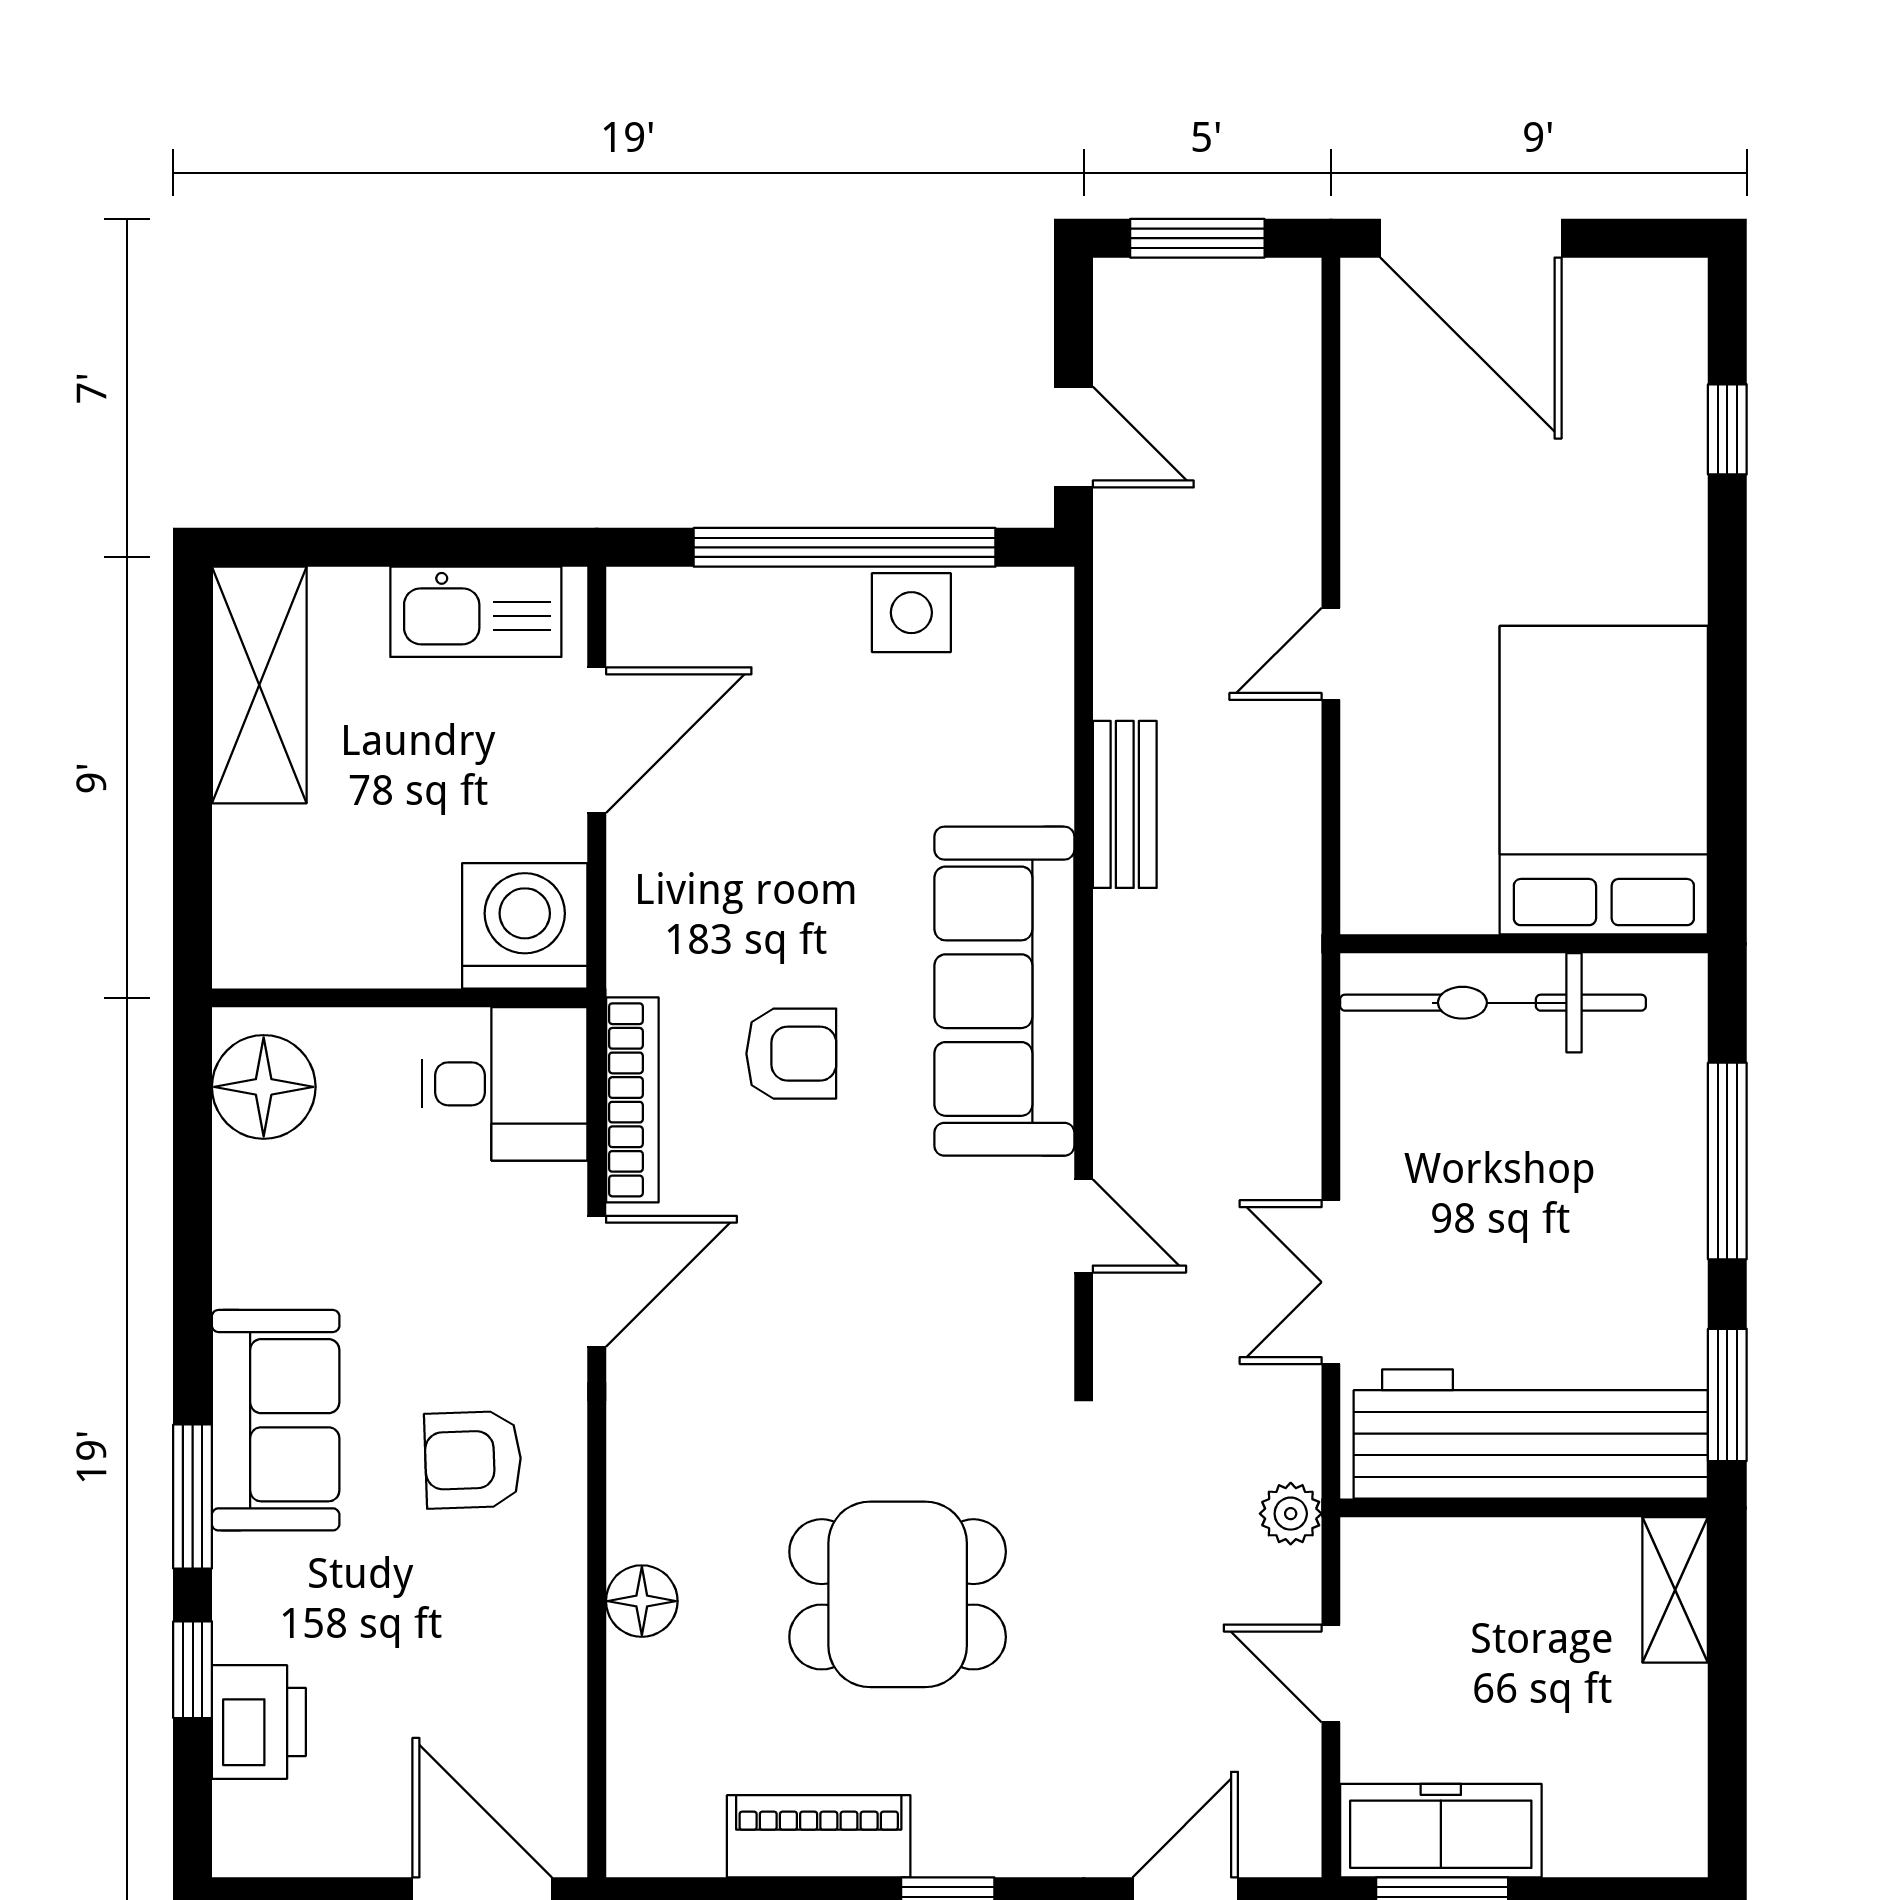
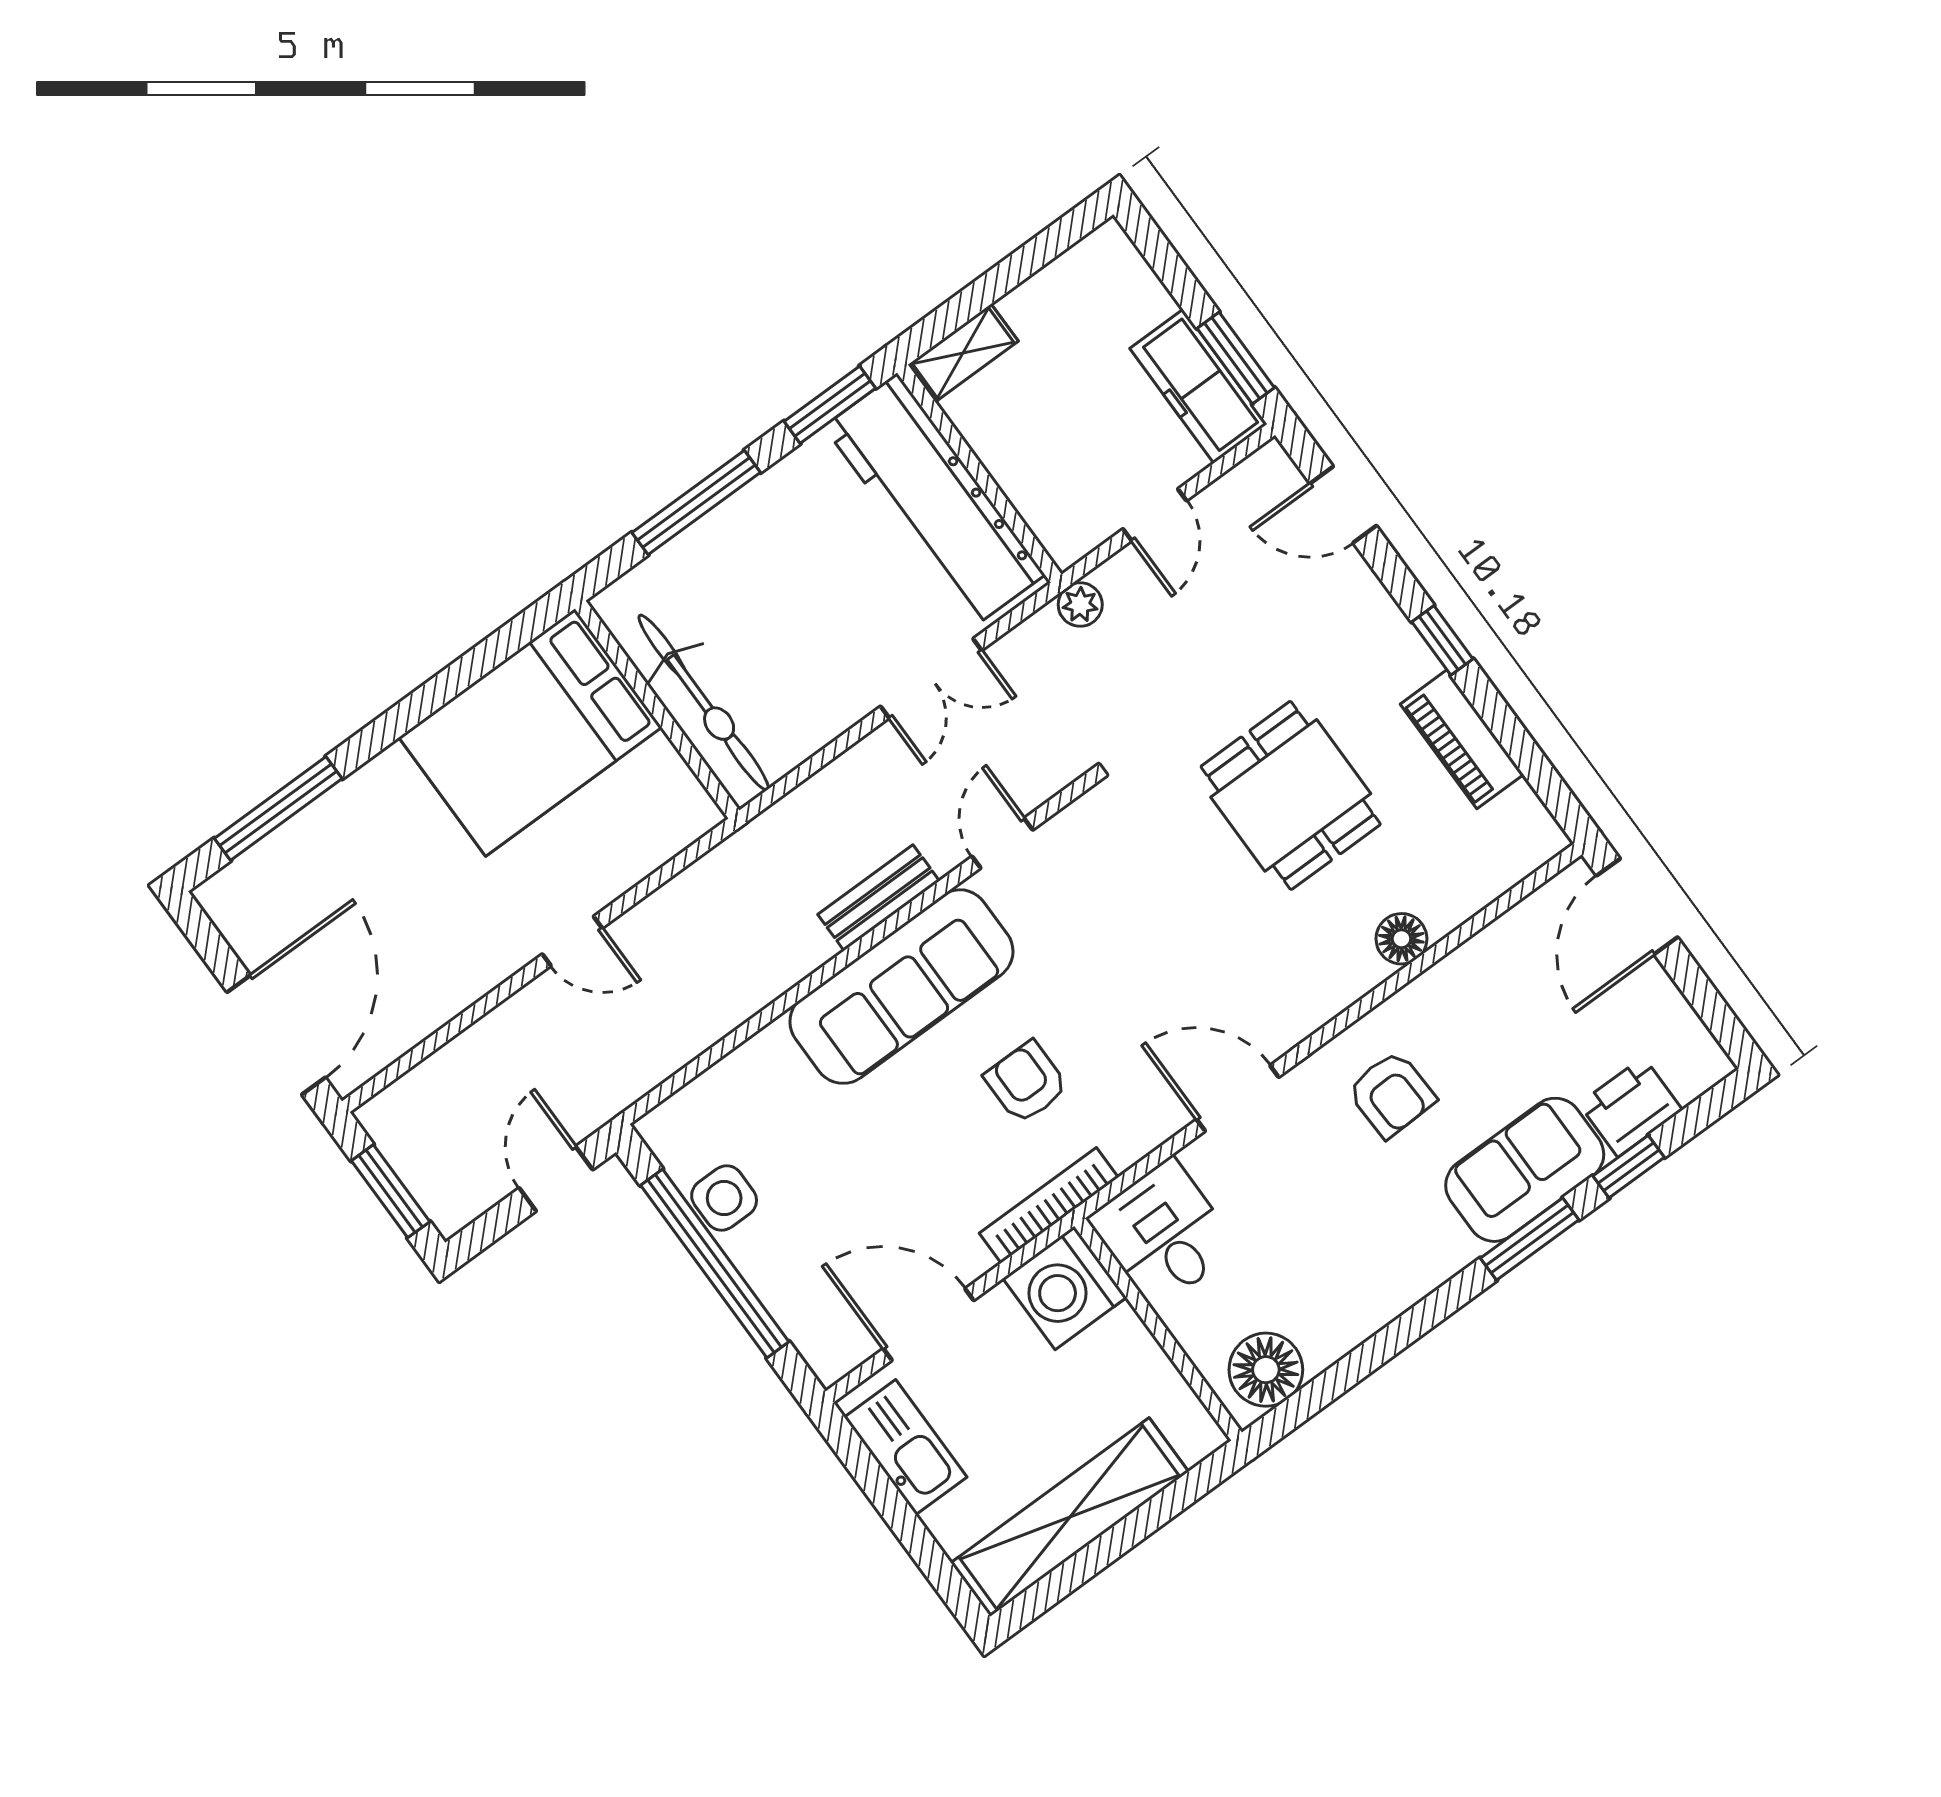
window: (1727, 429) -> (278, 808), width x2.17
shelving: (259, 685) -> (1070, 1517), width x1.47
bench: (1125, 804) -> (879, 898), moved
bookcase: (632, 1100) -> (1049, 1205), moved
sofa: (276, 1420) -> (1525, 1170), moved

